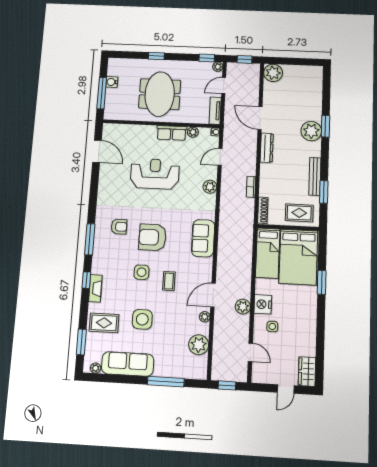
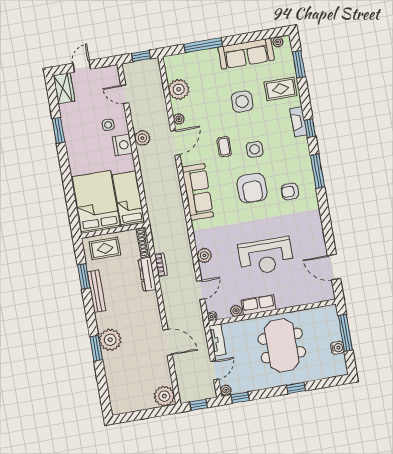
dresser: (267, 148) -> (147, 274), moved
armchair: (152, 237) -> (252, 188), turned 90
sofa: (203, 238) -> (198, 192), width x1.36
window: (322, 282) -> (59, 130), moved

